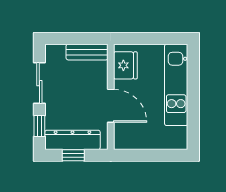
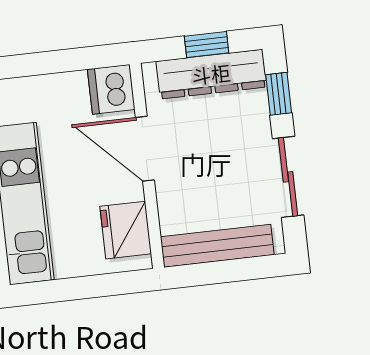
bench: (87, 52) -> (217, 246), width x1.36
dishwasher: (124, 138) -> (111, 89), added

